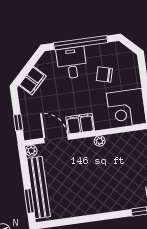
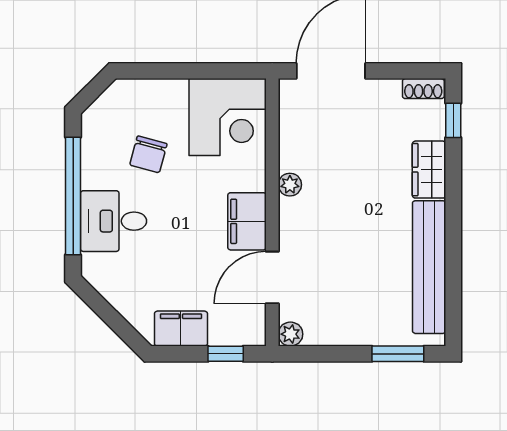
filing cabinet: (33, 81) -> (181, 329), moved, turned -45
bench: (39, 187) -> (429, 267), moved, turned 90
wardrobe: (115, 204) -> (429, 170), added

